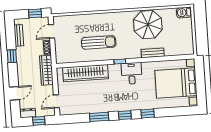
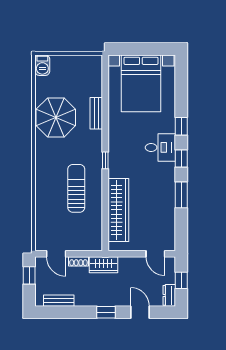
window: (12, 56) -> (106, 312), moved
wardrobe: (46, 70) -> (103, 265), width x0.67
desk: (132, 73) -> (160, 147), moved, turned 180

